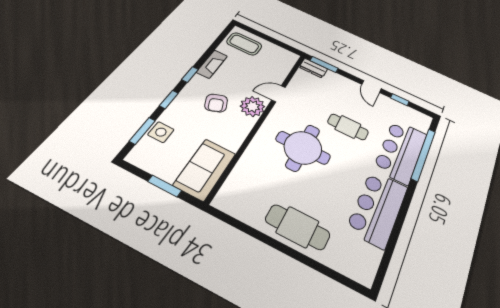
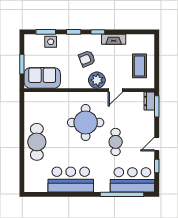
coffee table: (244, 44) -> (139, 66), moved
door: (279, 94) -> (115, 90), swing flipped
bar counter: (401, 151) -> (132, 180), moved

